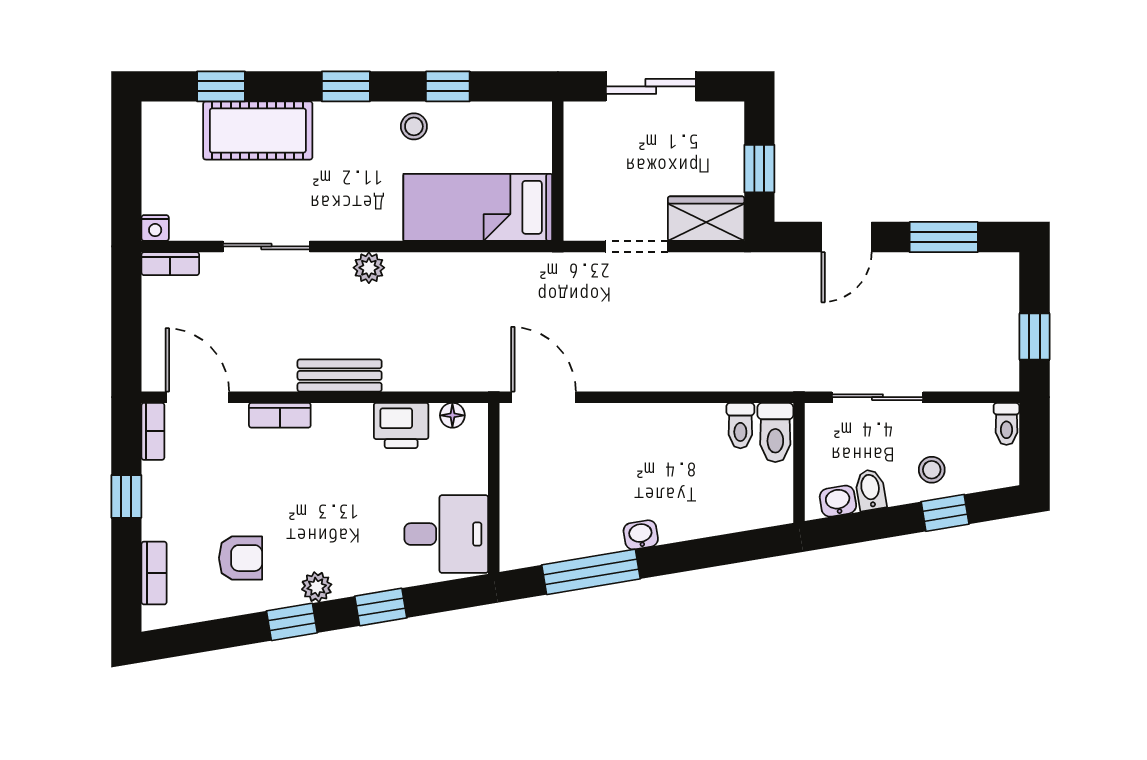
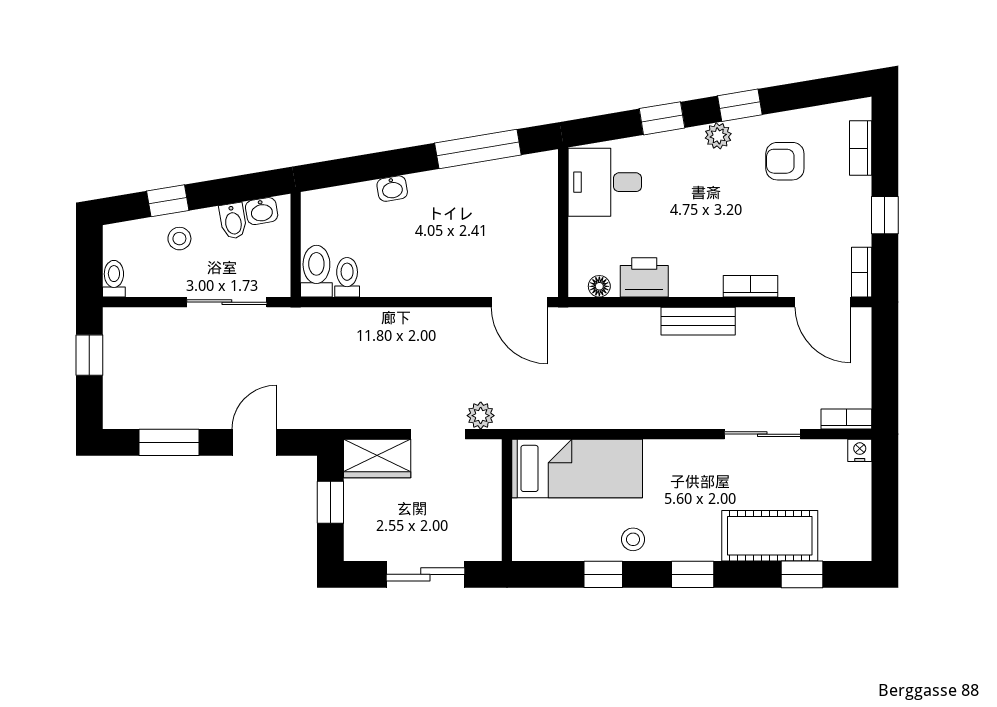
plant: (369, 268) -> (481, 416), moved
washbasin: (641, 535) -> (392, 189), moved

